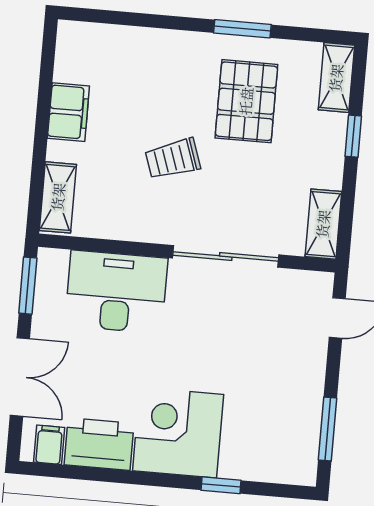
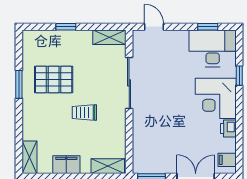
shelving: (336, 78) -> (29, 157), moved, turned 90
trolley: (173, 159) -> (84, 113), turned 109
desk: (116, 292) -> (213, 48), moved, turned 90
window: (328, 429) -> (208, 27), width x0.67
printer: (99, 444) -> (228, 128), width x0.53, depth x0.68

